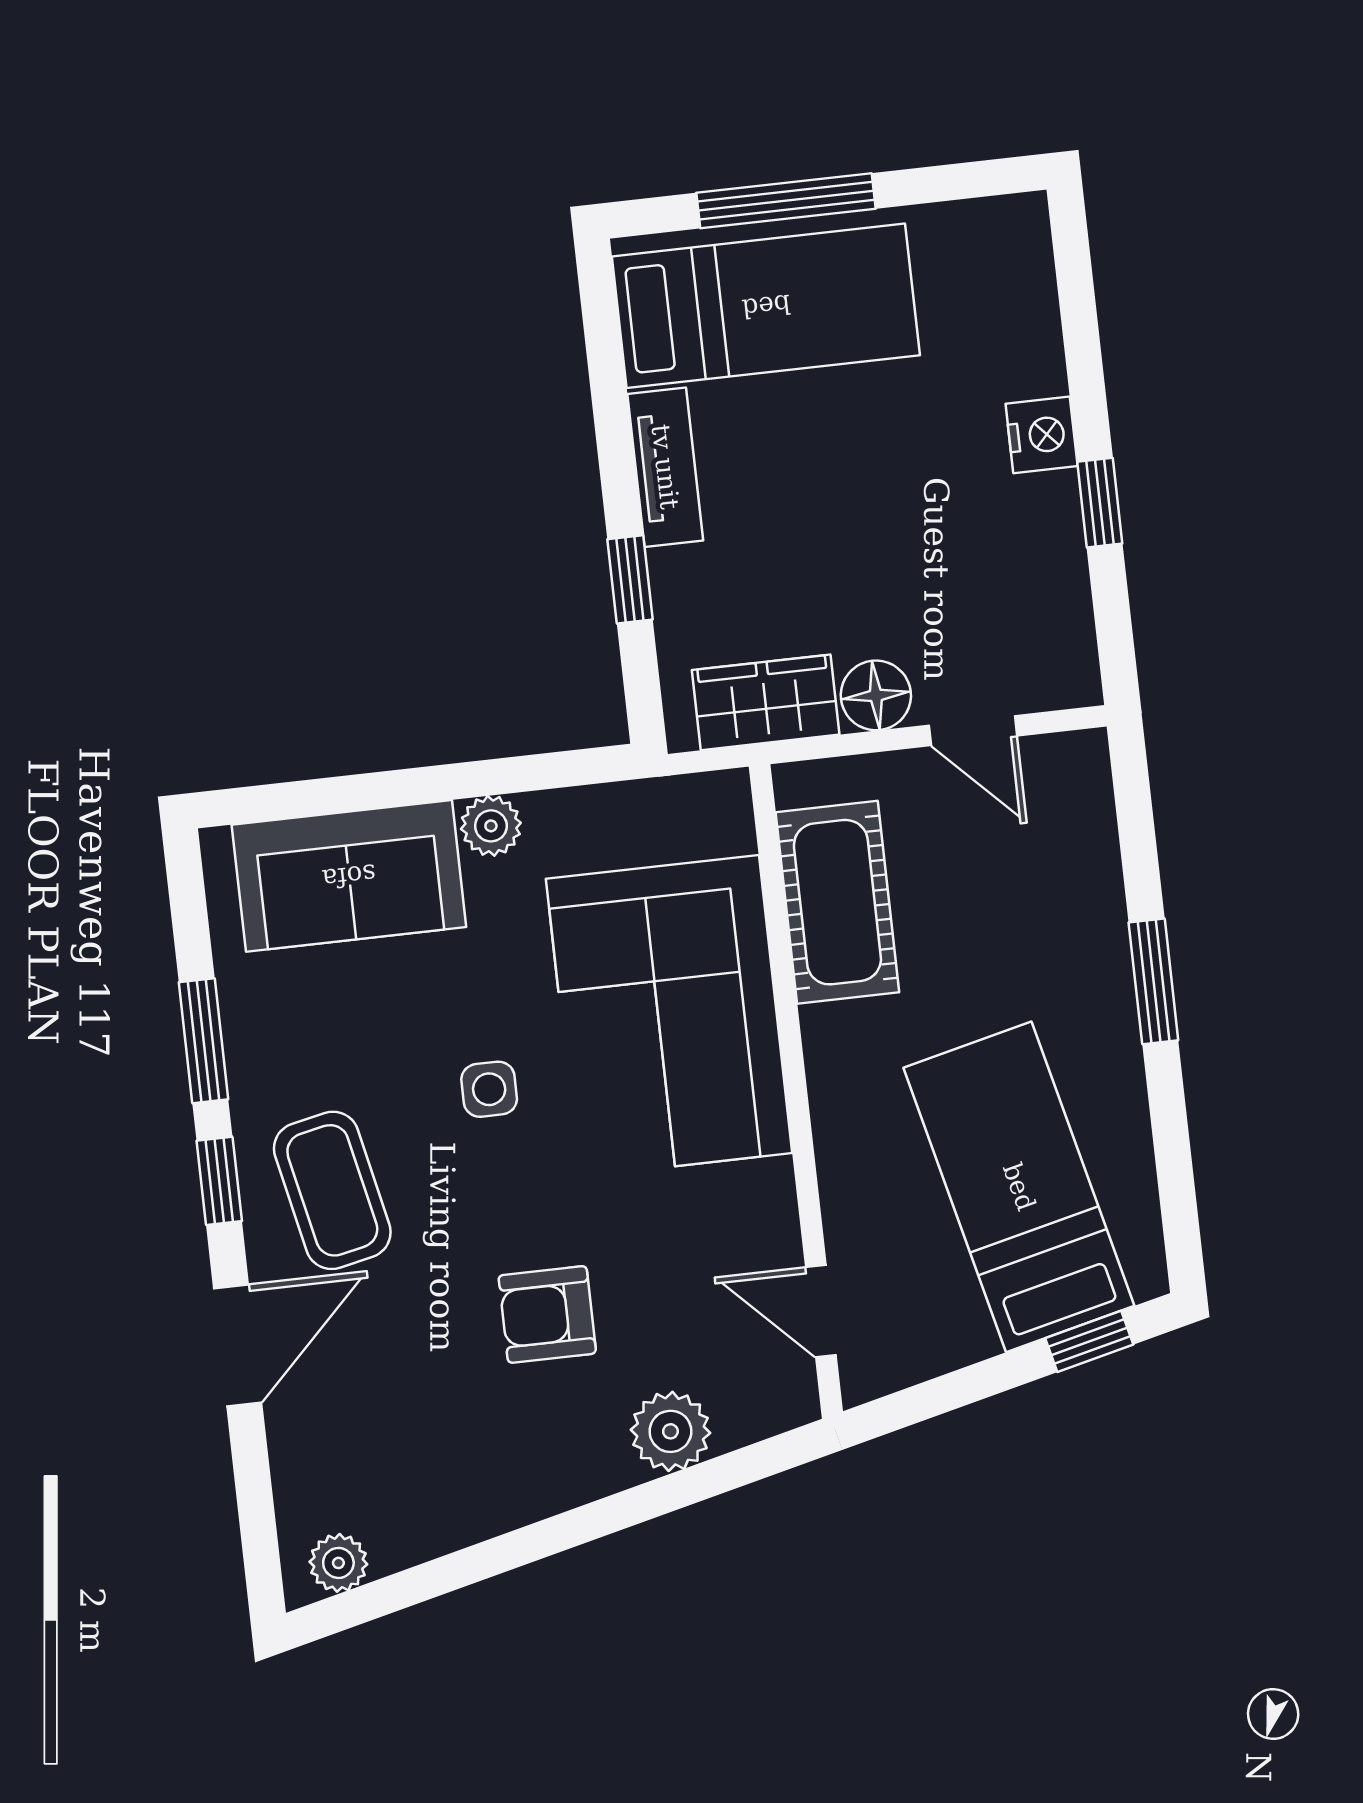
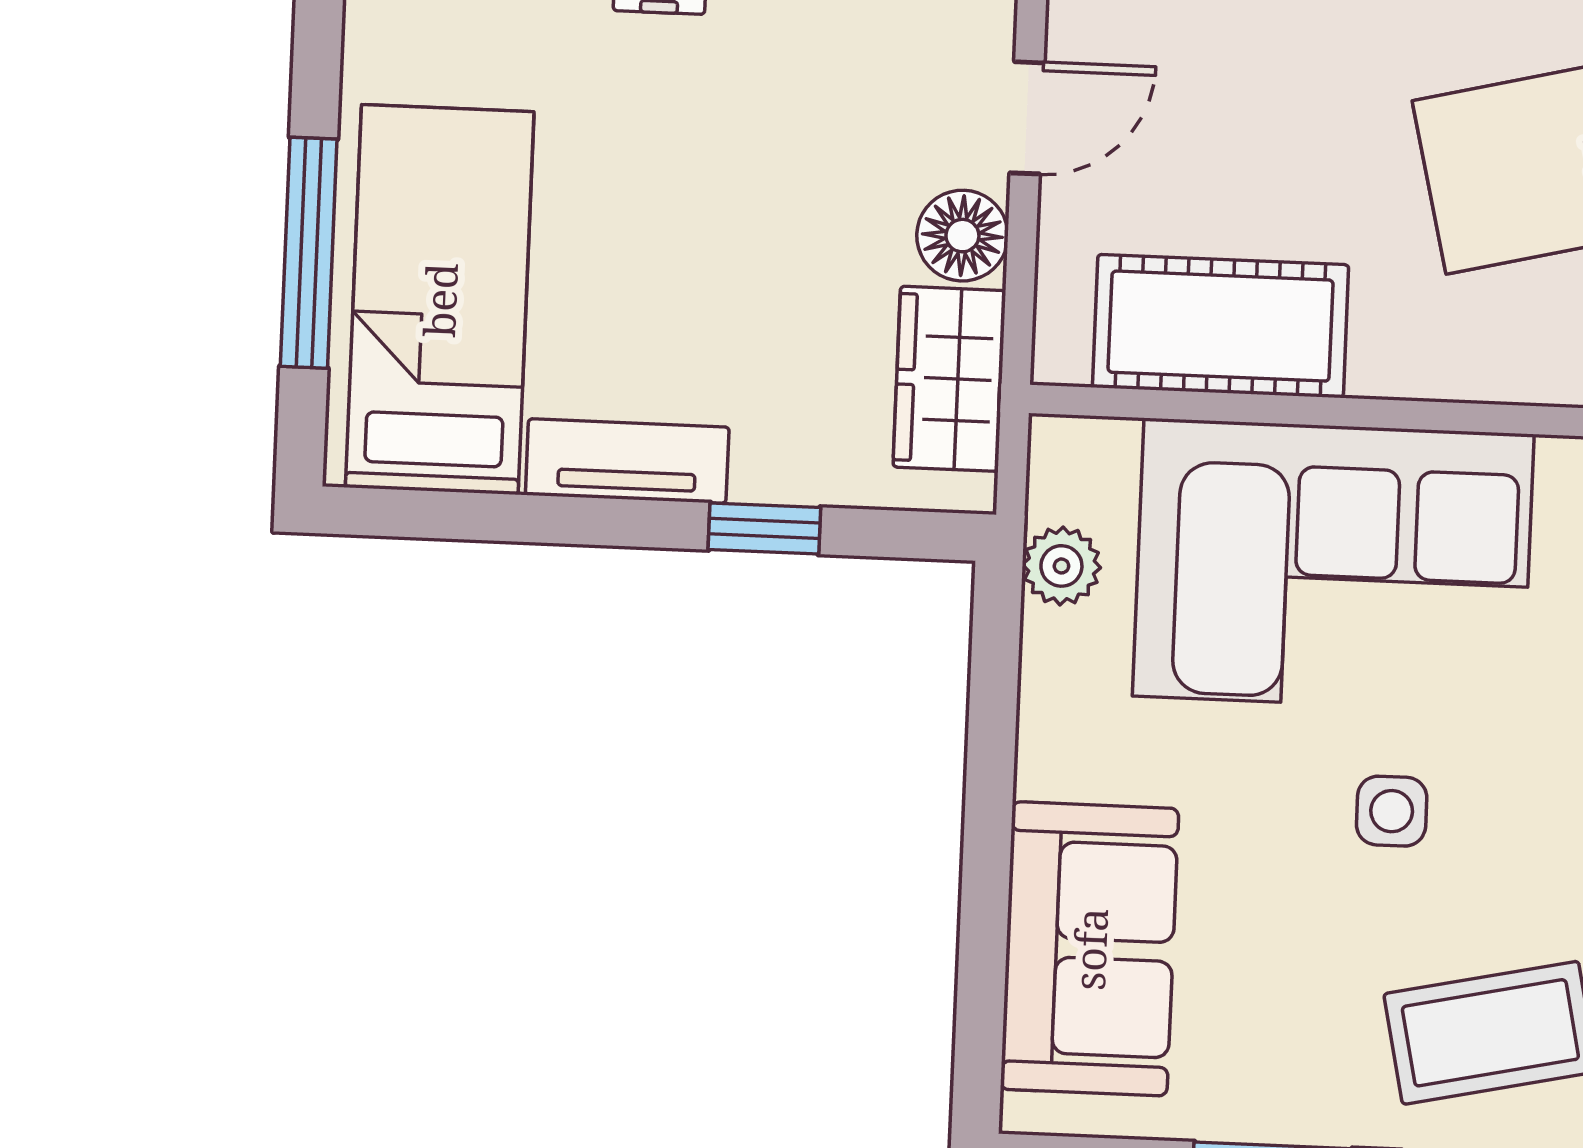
plant: (491, 826) -> (1061, 566), moved

